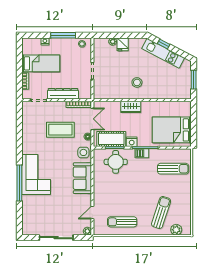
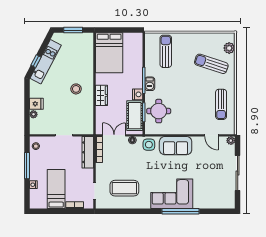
dresser: (63, 94) -> (88, 152), moved
coffee table: (60, 130) -> (124, 188), moved, turned 90
bed: (172, 130) -> (109, 53), moved

